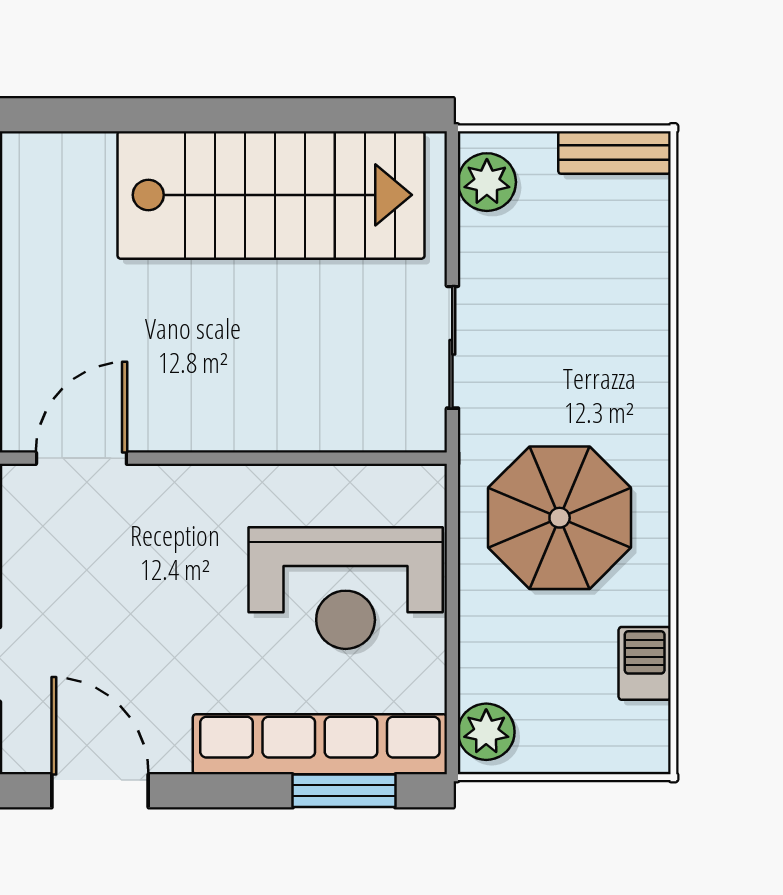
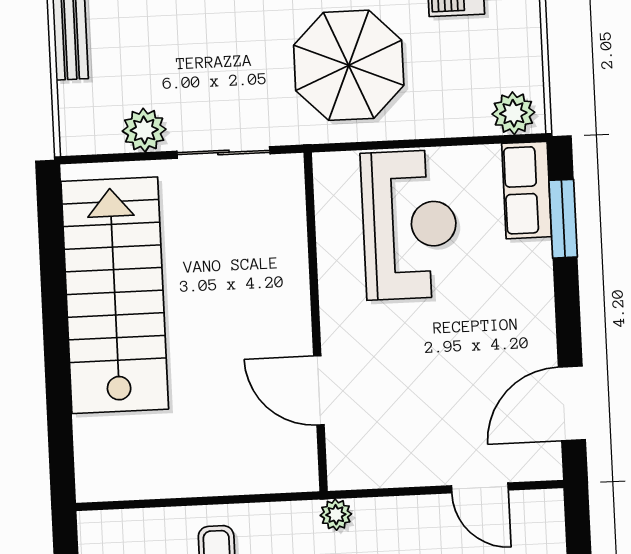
plant: (487, 182) -> (144, 130), moved
door: (81, 458) -> (319, 390), moved
row of seats: (320, 744) -> (527, 190), width x0.50

